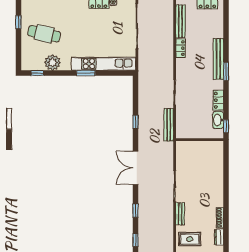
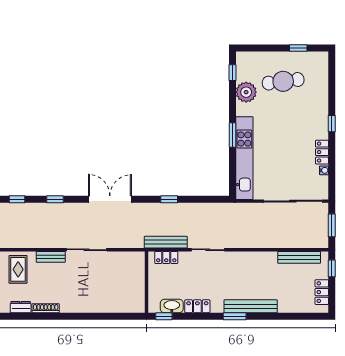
cafe table: (44, 34) -> (283, 81), turned 70
locker: (181, 48) -> (166, 257), moved

